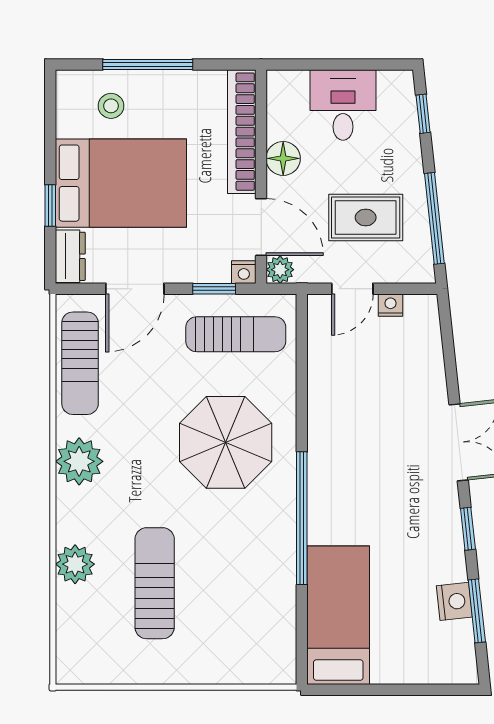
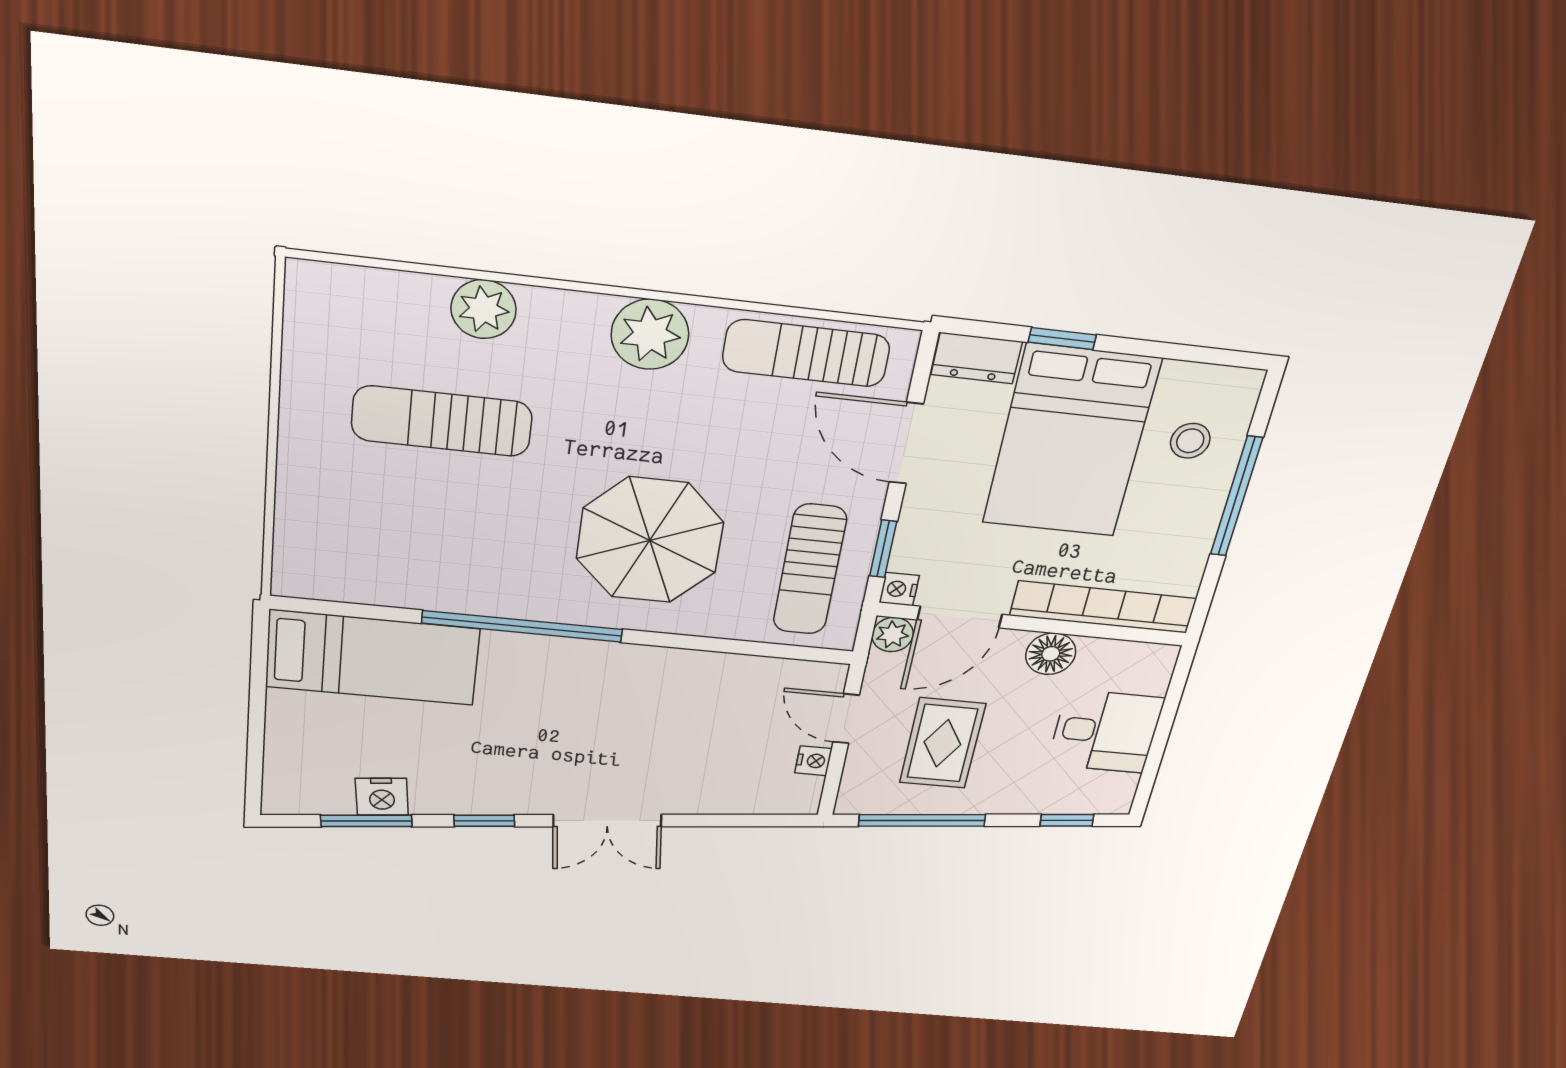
sun lounger: (155, 583) -> (442, 421), turned 180

